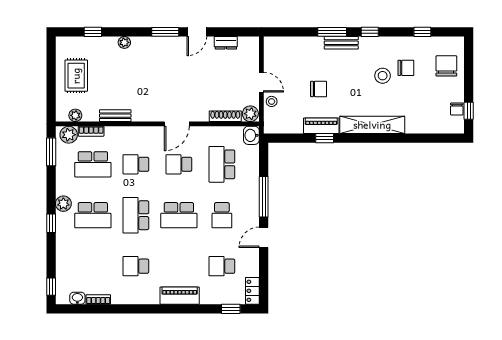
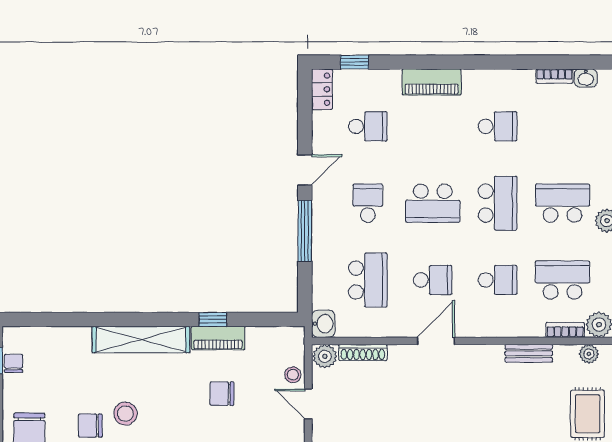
school desk: (179, 215) -> (433, 203), turned 180

